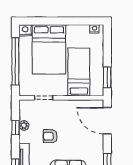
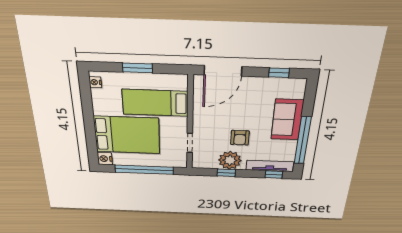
window: (107, 77) -> (137, 68), moved
plant: (24, 125) -> (230, 160), width x1.87, depth x1.87

